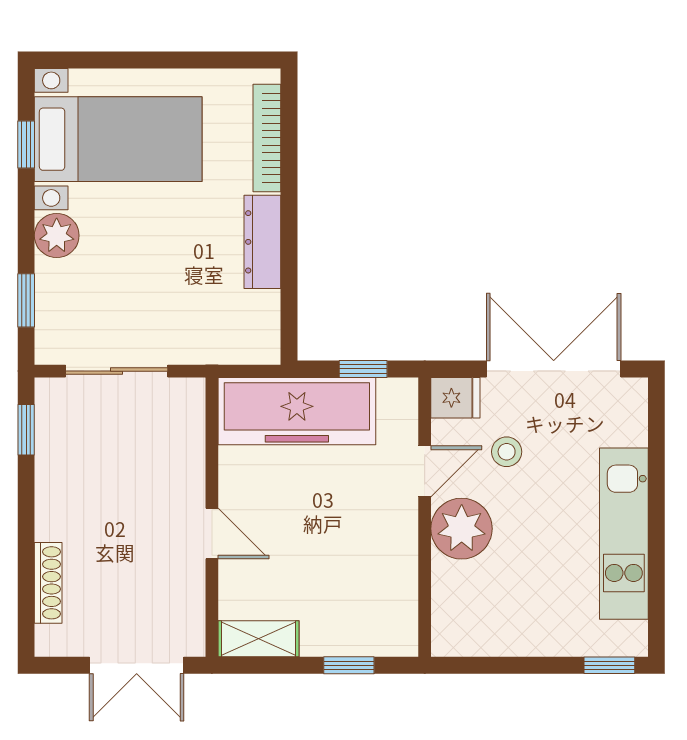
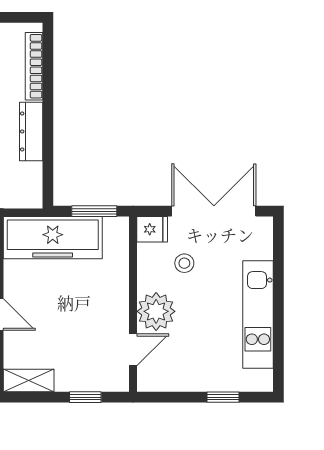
window: (363, 369) -> (94, 211), width x1.50
door: (425, 471) -> (133, 350), moved
window: (609, 665) -> (223, 397), moved

